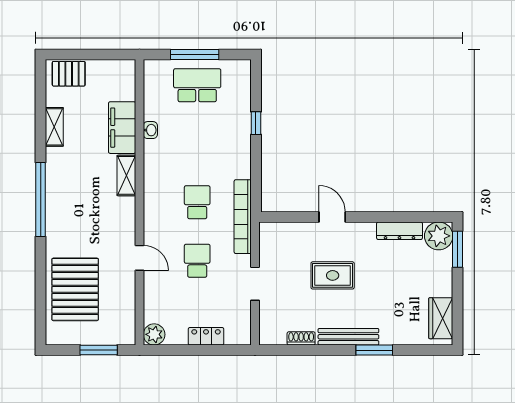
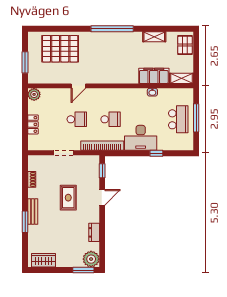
desk: (229, 150) -> (141, 138), added
shelving: (126, 175) -> (181, 78), moved
window: (286, 217) -> (102, 171), added
dresser: (399, 231) -> (94, 232), width x0.70
bench: (348, 337) -> (33, 212), width x0.73

